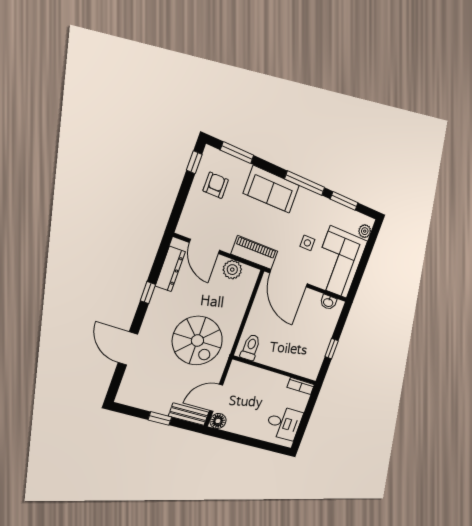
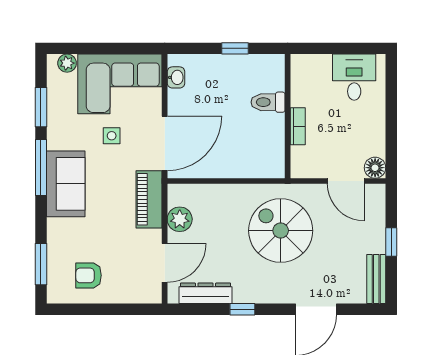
window: (194, 162) -> (73, 309), removed
sofa: (271, 189) -> (66, 184), moved
spiral stairs: (197, 341) -> (281, 231), turned -90
toilet: (251, 347) -> (268, 102), moved
bookcase: (301, 386) -> (298, 126), moved
bench: (189, 414) -> (376, 279), moved

